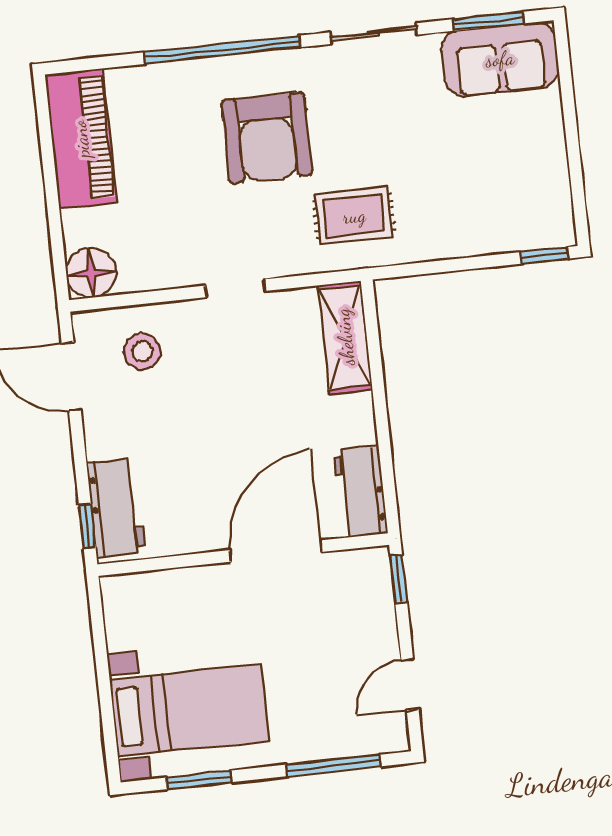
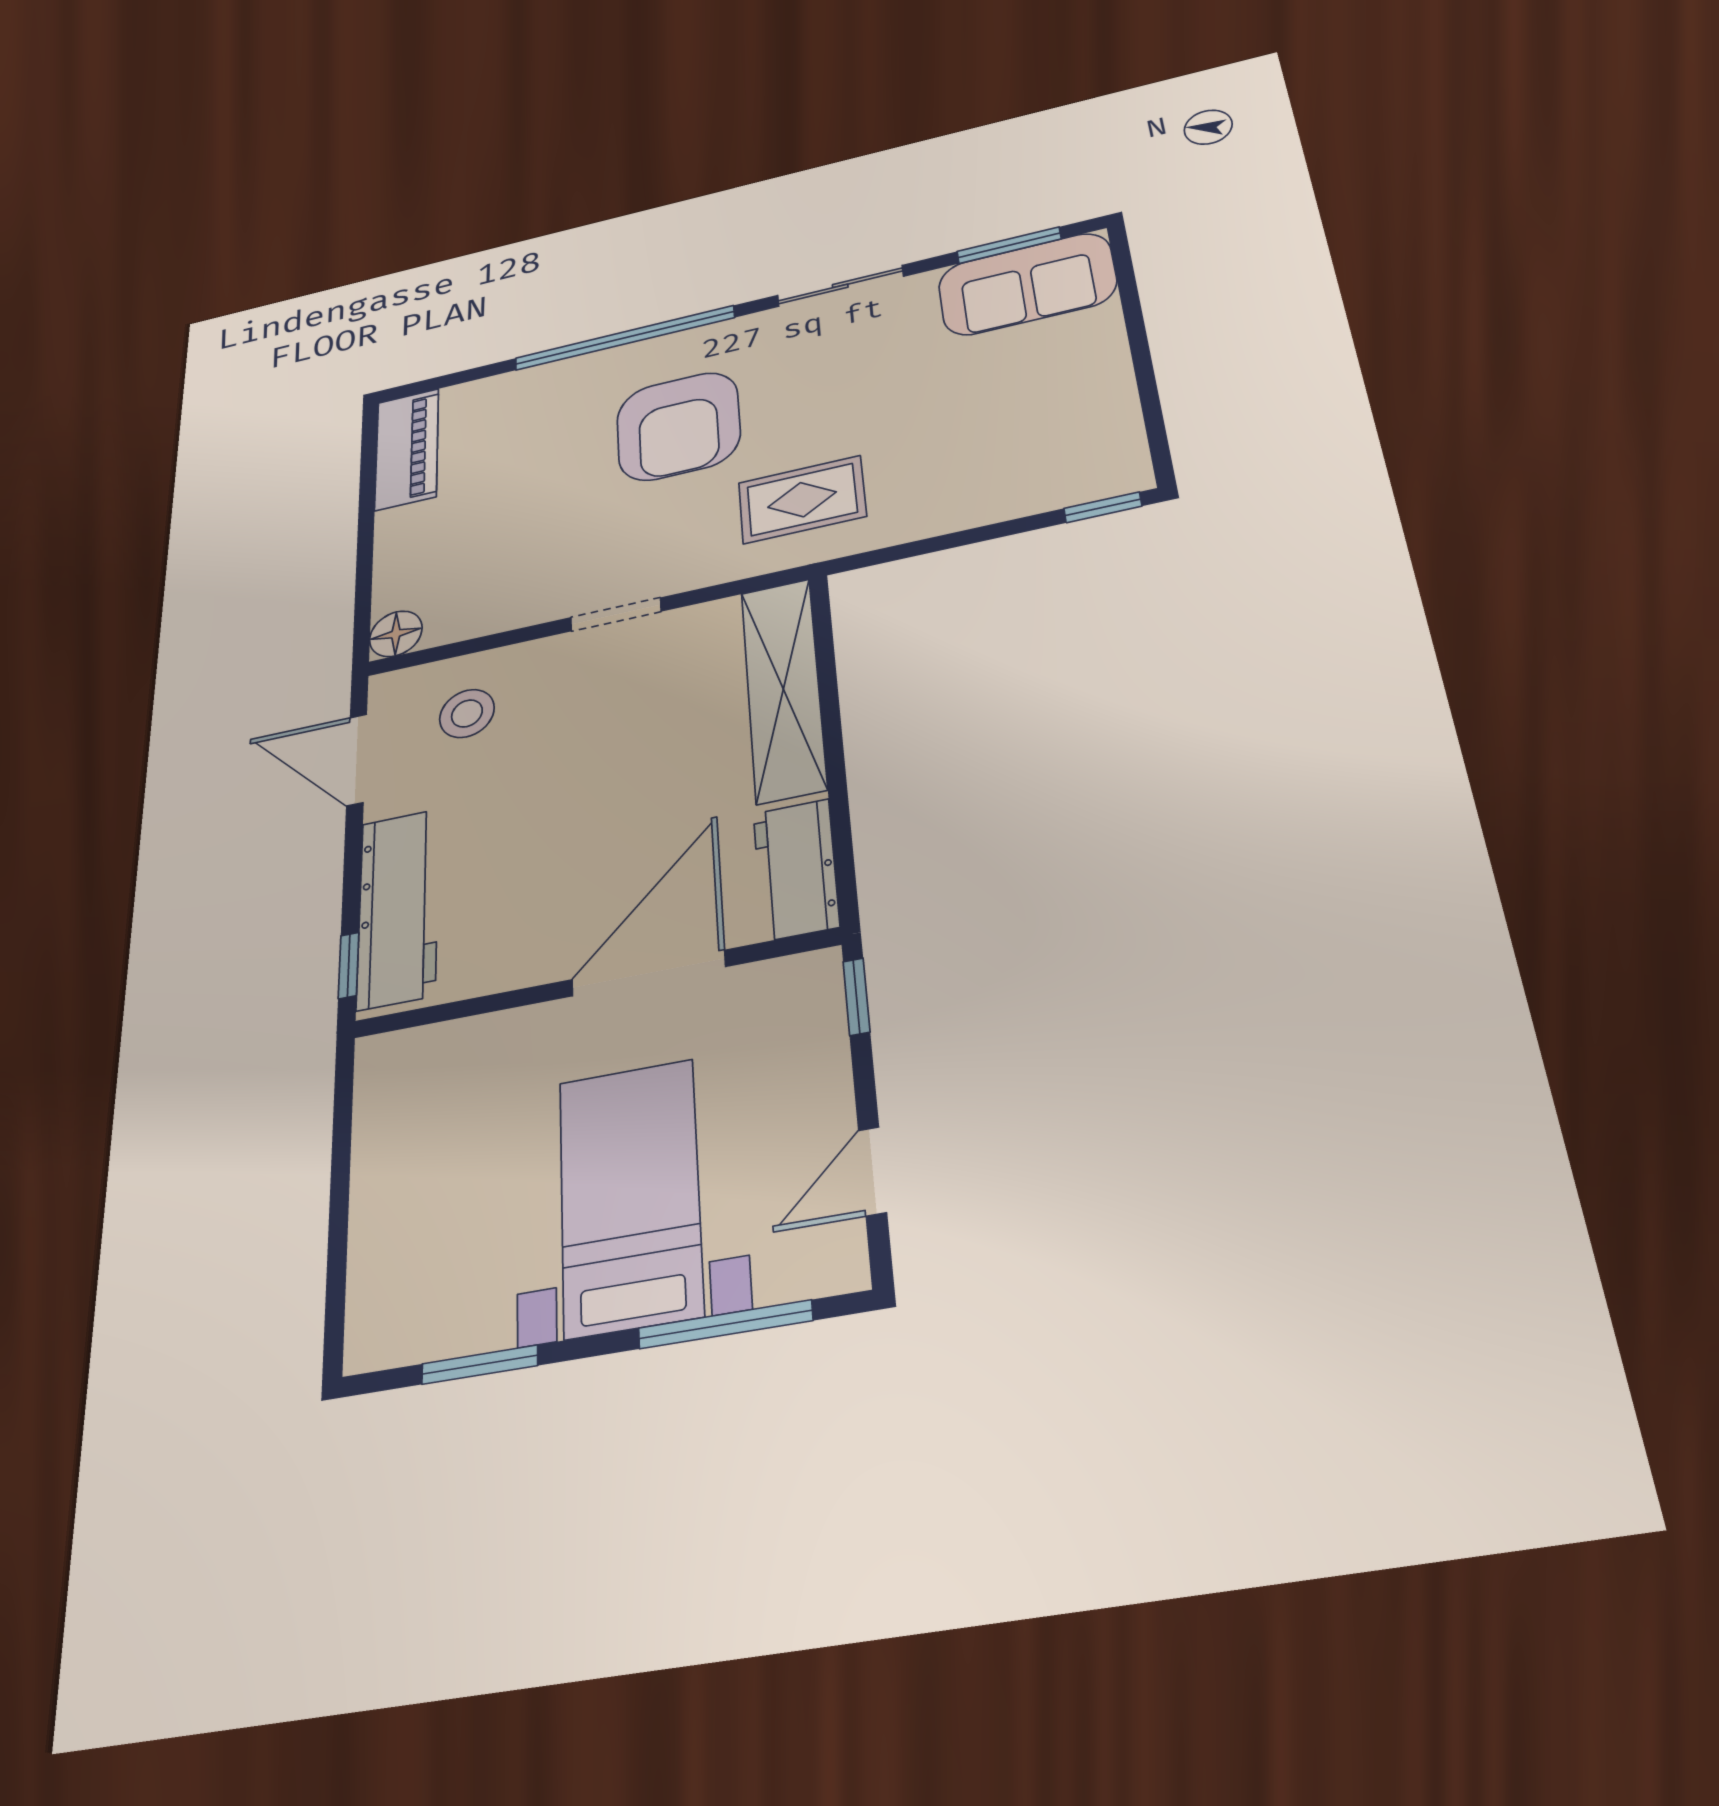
piano: (81, 139) -> (407, 449), width x0.73, depth x0.75
floor lamp: (91, 273) -> (396, 634), width x0.73, depth x0.73
shelving: (345, 337) -> (783, 689), width x1.47
workbench: (116, 508) -> (398, 908), width x1.38
bed with nightstands: (190, 710) -> (630, 1196), moved, turned -90

